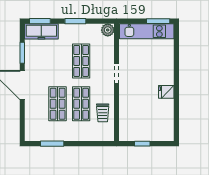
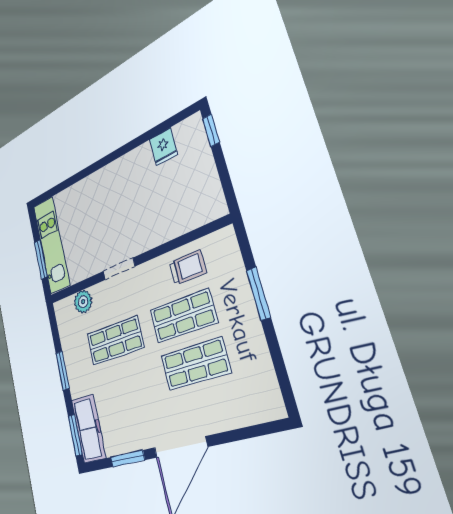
window: (158, 21) -> (41, 259), moved
plant: (108, 30) -> (83, 302), moved
fridge: (166, 92) -> (163, 147), moved
window: (52, 144) -> (258, 294), moved
window: (142, 144) -> (211, 130), moved

